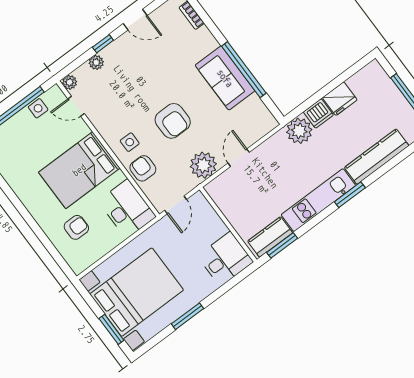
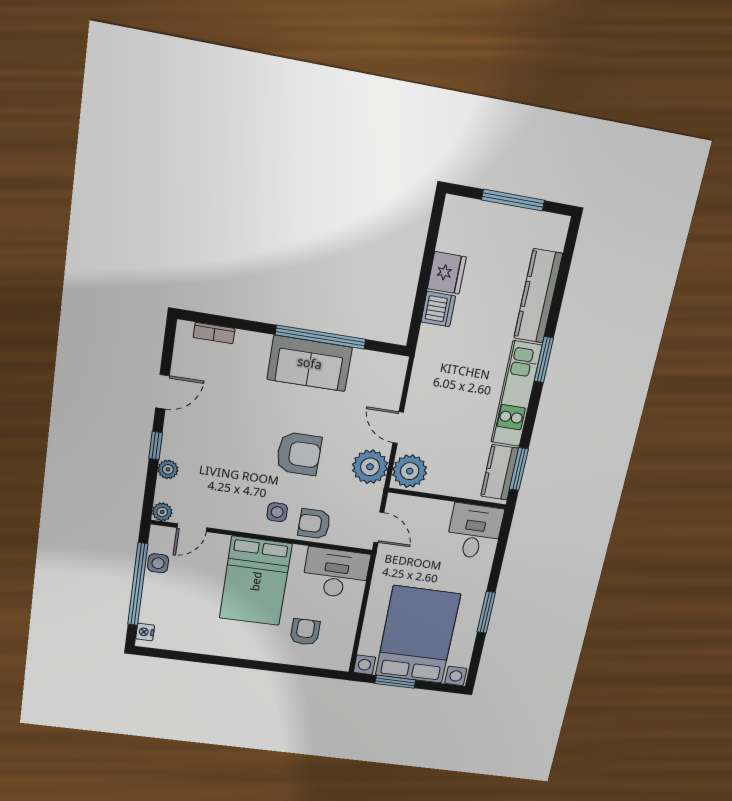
plant: (299, 131) -> (410, 471), moved
window: (111, 329) -> (395, 682), moved

